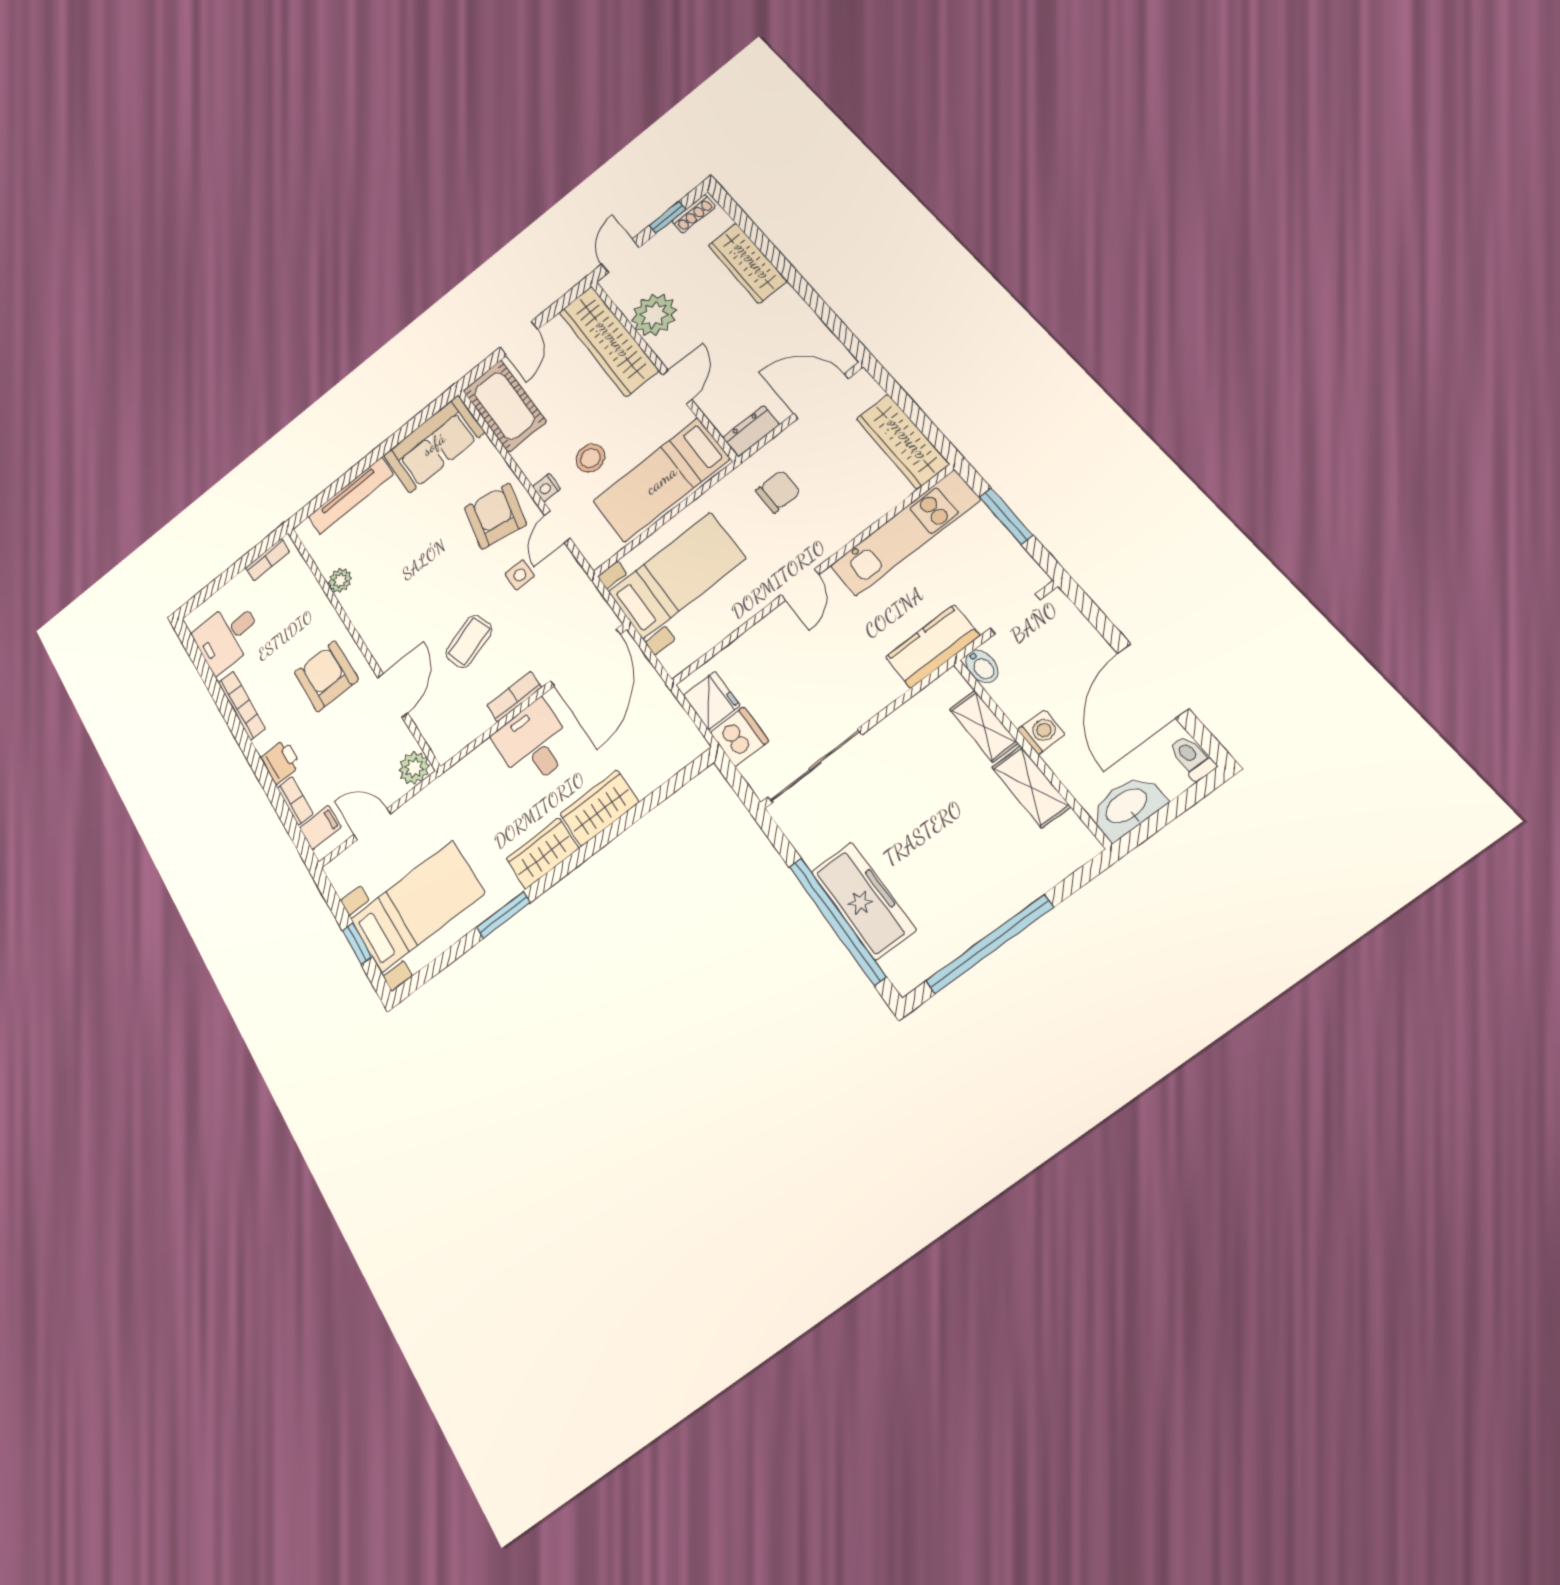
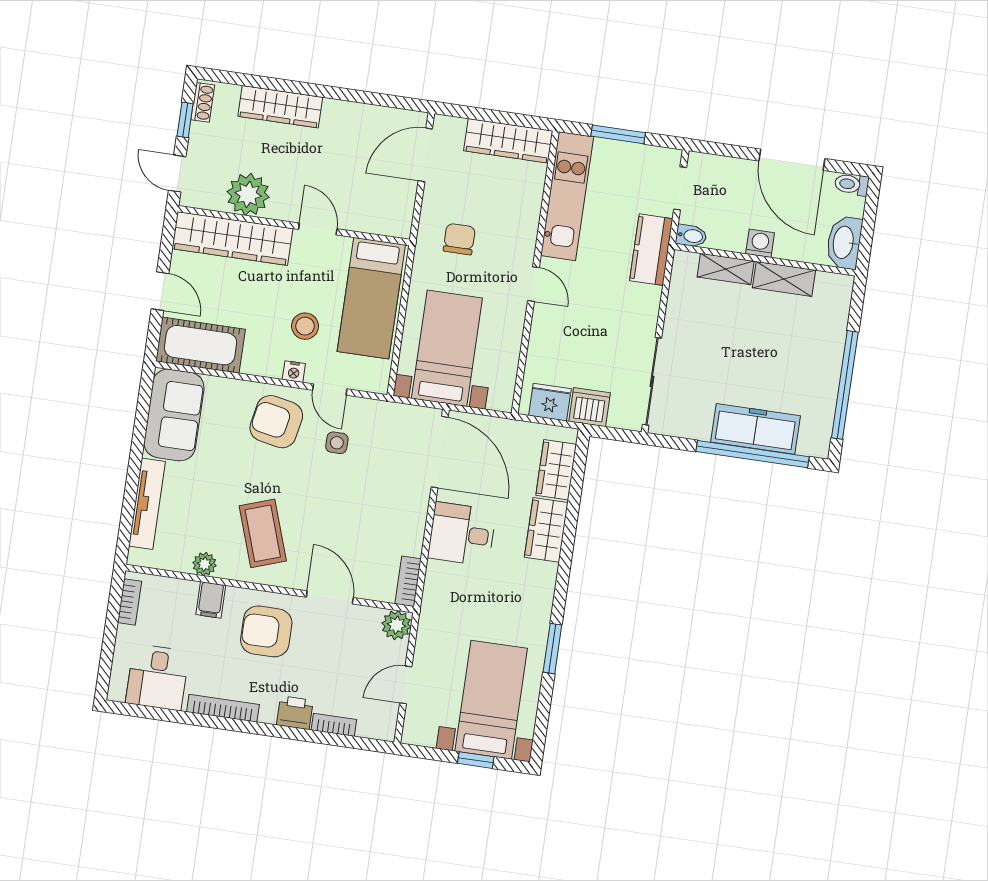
dresser: (751, 431) -> (401, 216), removed
coffee table: (469, 641) -> (263, 533), moved, width x1.36, depth x1.30
bookcase: (514, 696) -> (408, 581), moved
filing cabinet: (320, 827) -> (211, 600), moved, turned 180
wardrobe: (542, 853) -> (556, 470), moved

